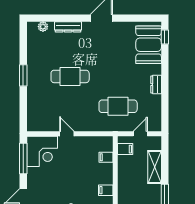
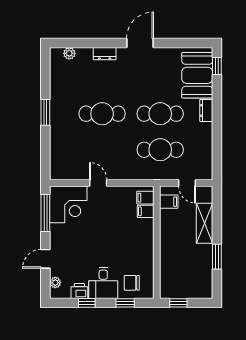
dresser: (68, 27) -> (105, 54), width x0.70
cafe table: (118, 76) -> (160, 114), added
dresser: (156, 85) -> (206, 110), moved
door: (140, 134) -> (187, 183), swing flipped
filing cabinet: (106, 190) -> (145, 198), moved

